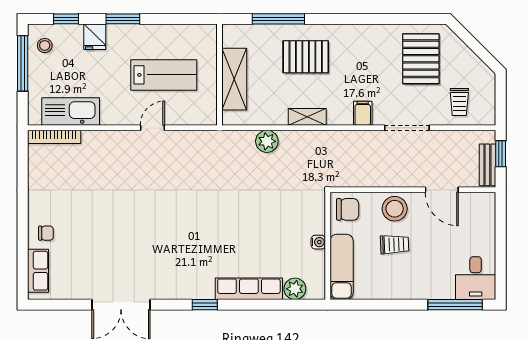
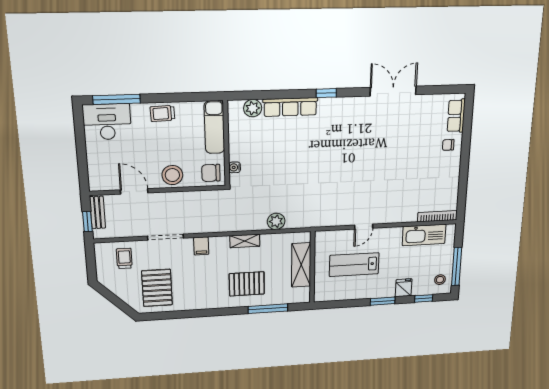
water cooler: (318, 242) -> (235, 167), moved
trolley: (395, 244) -> (162, 114), moved
desk: (476, 278) -> (107, 122), width x1.37

